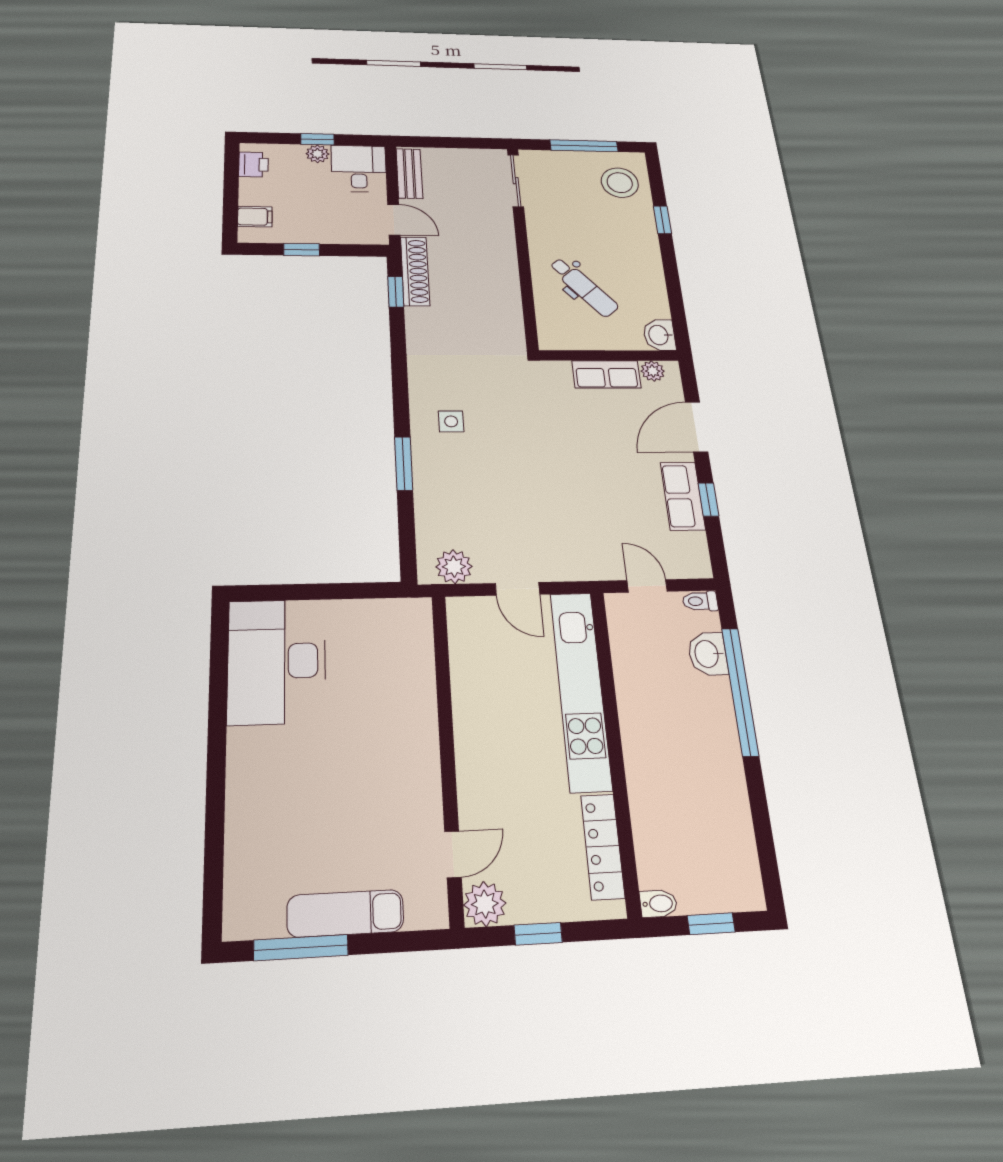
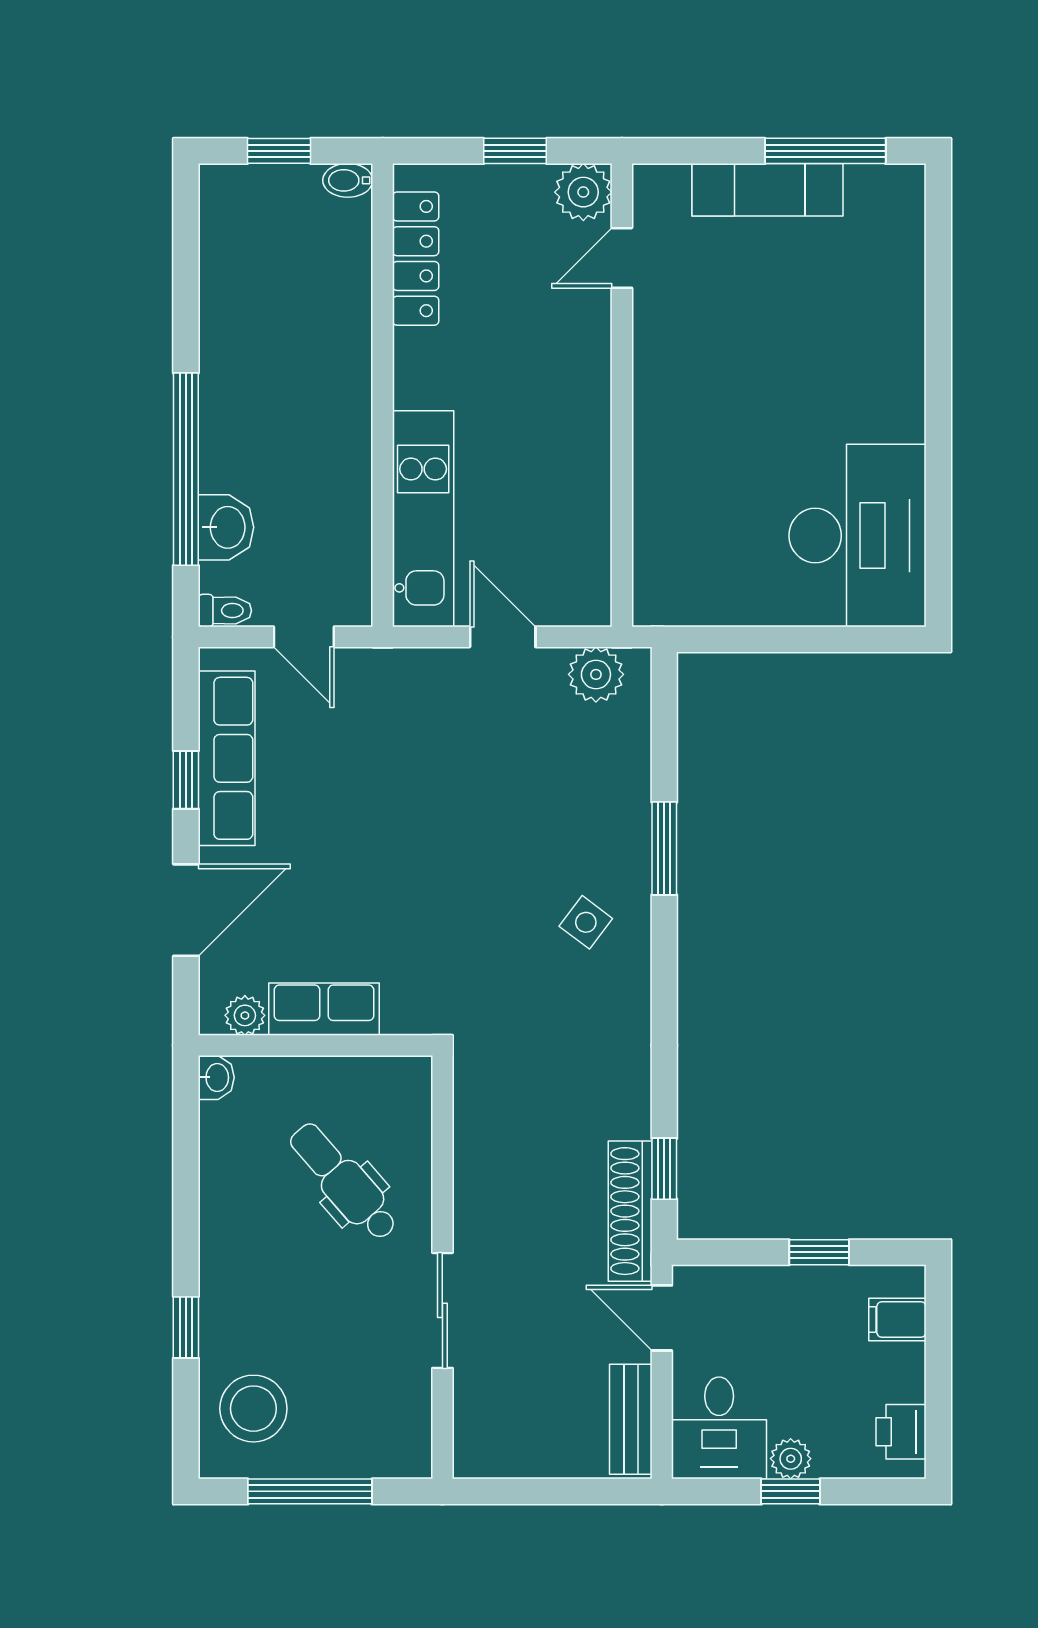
sliding door: (516, 181) -> (442, 1310), moved
washbasin: (659, 335) -> (216, 1077), width x0.72, depth x0.69
side table: (451, 421) -> (586, 922), turned 37
row of seats: (683, 496) -> (227, 758), width x1.48
kitchen unit: (581, 690) -> (423, 519), width x0.73

